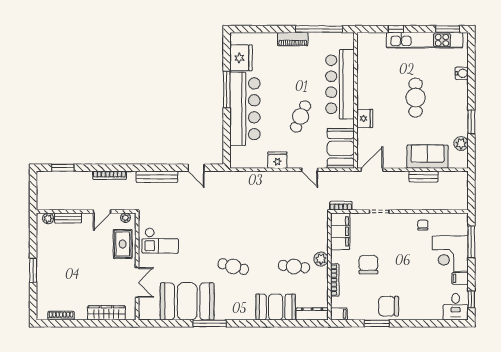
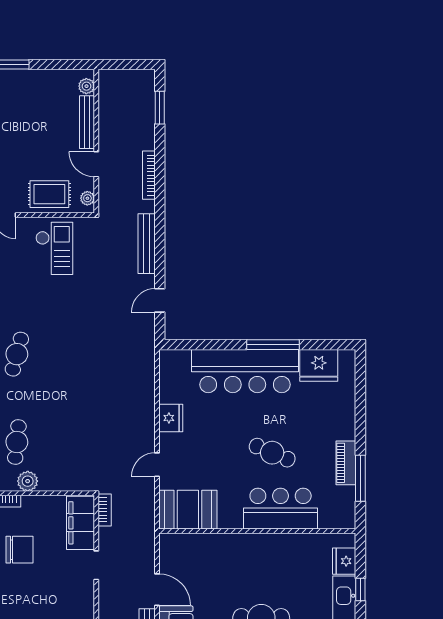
window: (319, 29) -> (360, 478), width x0.68
piano: (293, 39) -> (346, 463), moved
bar counter: (340, 84) -> (281, 509), width x0.73
cafe table: (301, 116) -> (272, 453), moved
fridge: (365, 119) -> (344, 561), moved, turned 90
door: (372, 170) -> (157, 590), moved
bench: (68, 218) -> (87, 122), width x1.36
filing cabinet: (340, 231) -> (81, 523), moved, turned 90
checkout: (160, 241) -> (54, 248), turned 180

